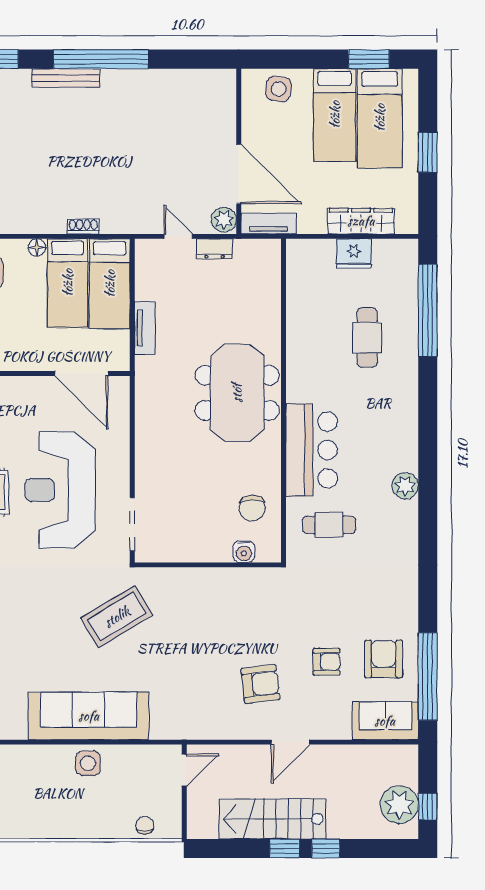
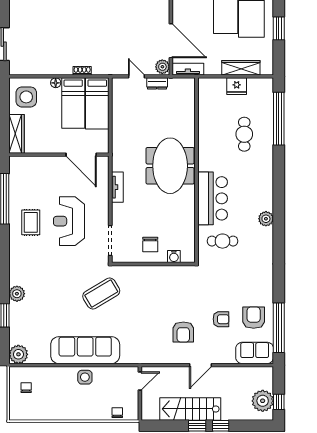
tv unit: (145, 328) -> (117, 187), moved
reception desk: (60, 490) -> (69, 221), width x0.74, depth x0.77
chair: (252, 508) -> (150, 244), moved
armchair: (260, 684) -> (183, 332), turned 97

